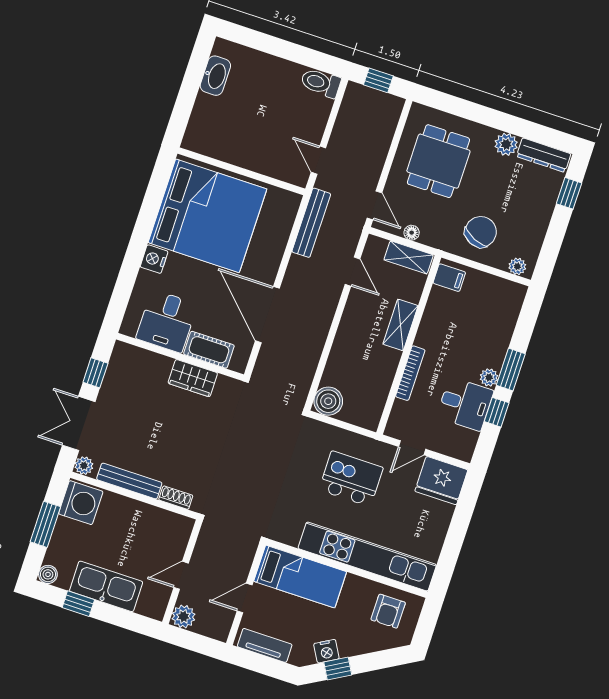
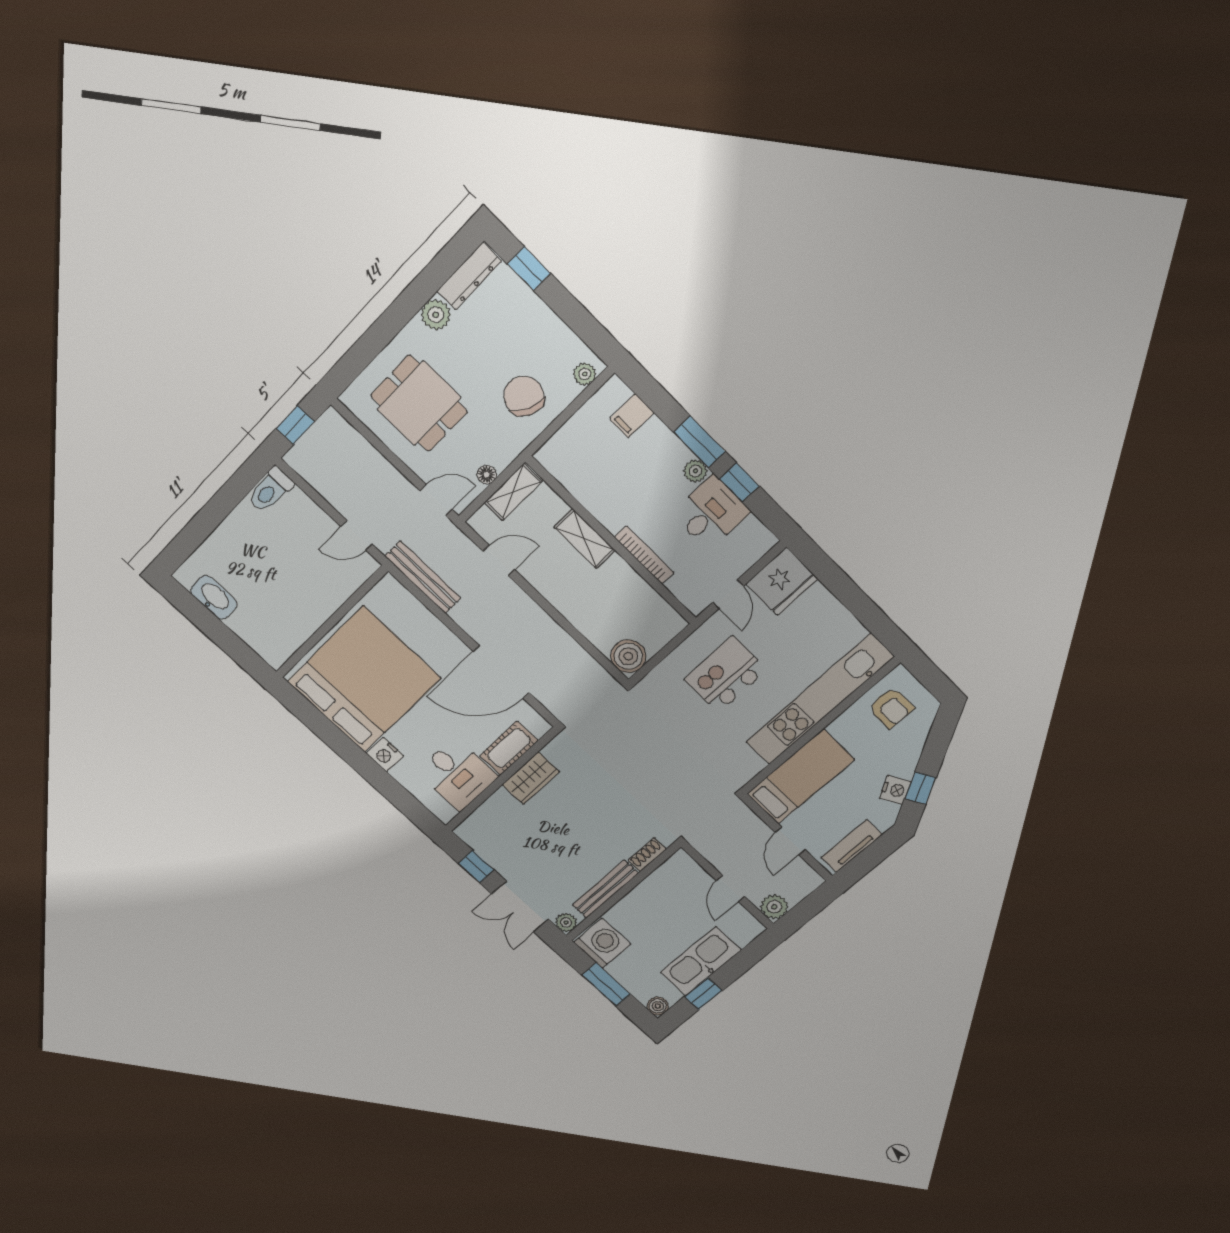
filing cabinet: (449, 278) -> (632, 416), moved, turned 180

